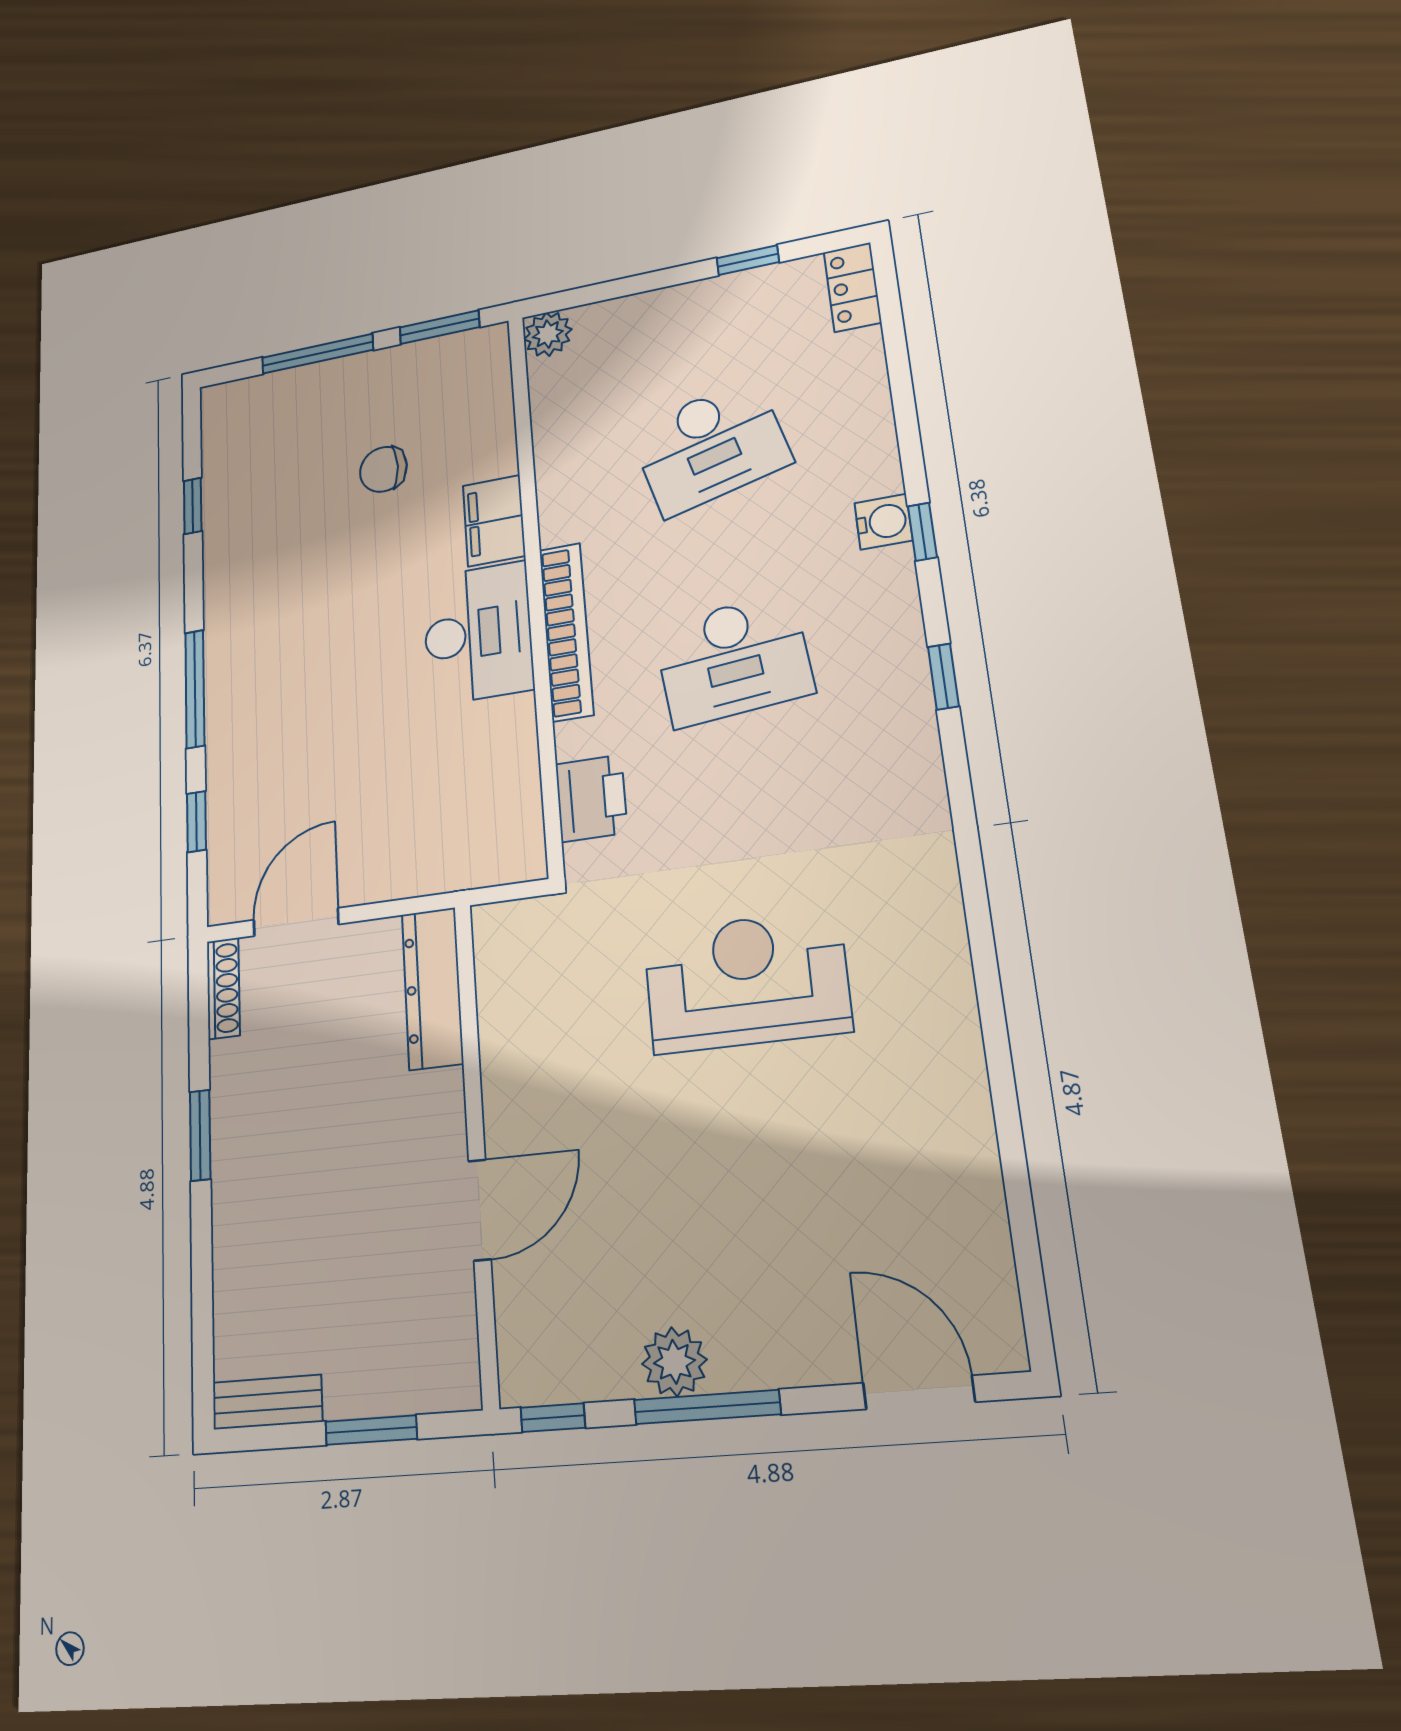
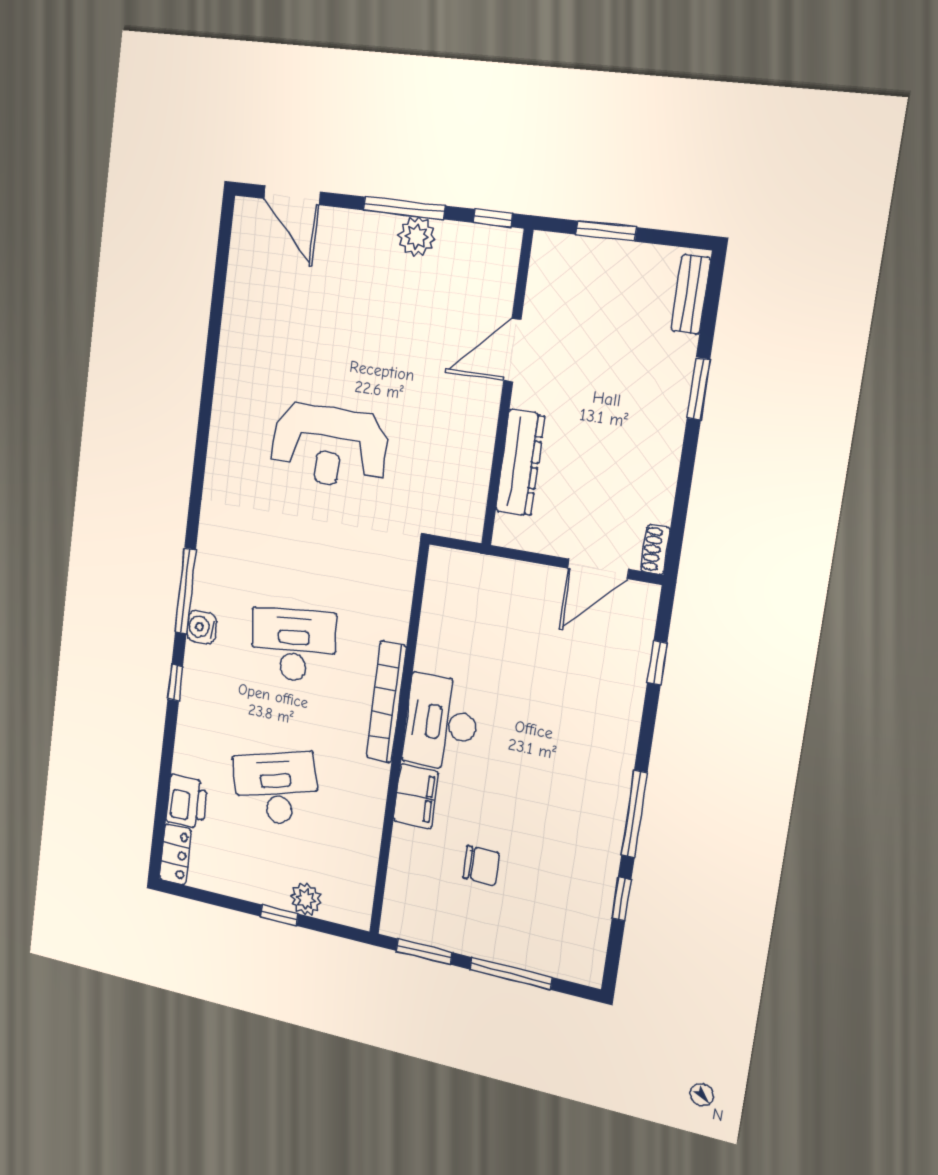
window: (748, 260) -> (279, 915), moved
plant: (548, 334) -> (306, 899), moved
water cooler: (883, 522) -> (202, 627), moved
window: (943, 677) -> (185, 591), width x2.17
window: (195, 689) -> (634, 814), moved
printer: (591, 798) -> (187, 802), moved, turned 180
shoe rack: (223, 988) -> (655, 549), width x0.70
dresser: (432, 988) -> (520, 463), moved
window: (200, 1135) -> (698, 389), moved
bench: (267, 1402) -> (691, 294), moved, turned 90

